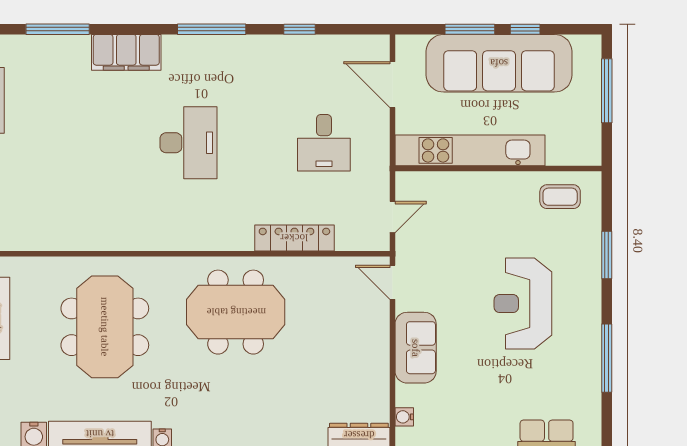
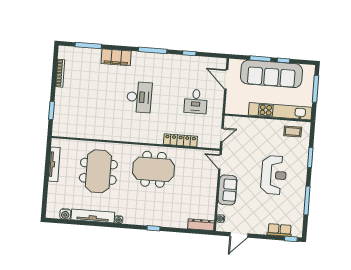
kitchen unit: (470, 150) -> (280, 111), moved
reception desk: (523, 304) -> (274, 175), turned 180

